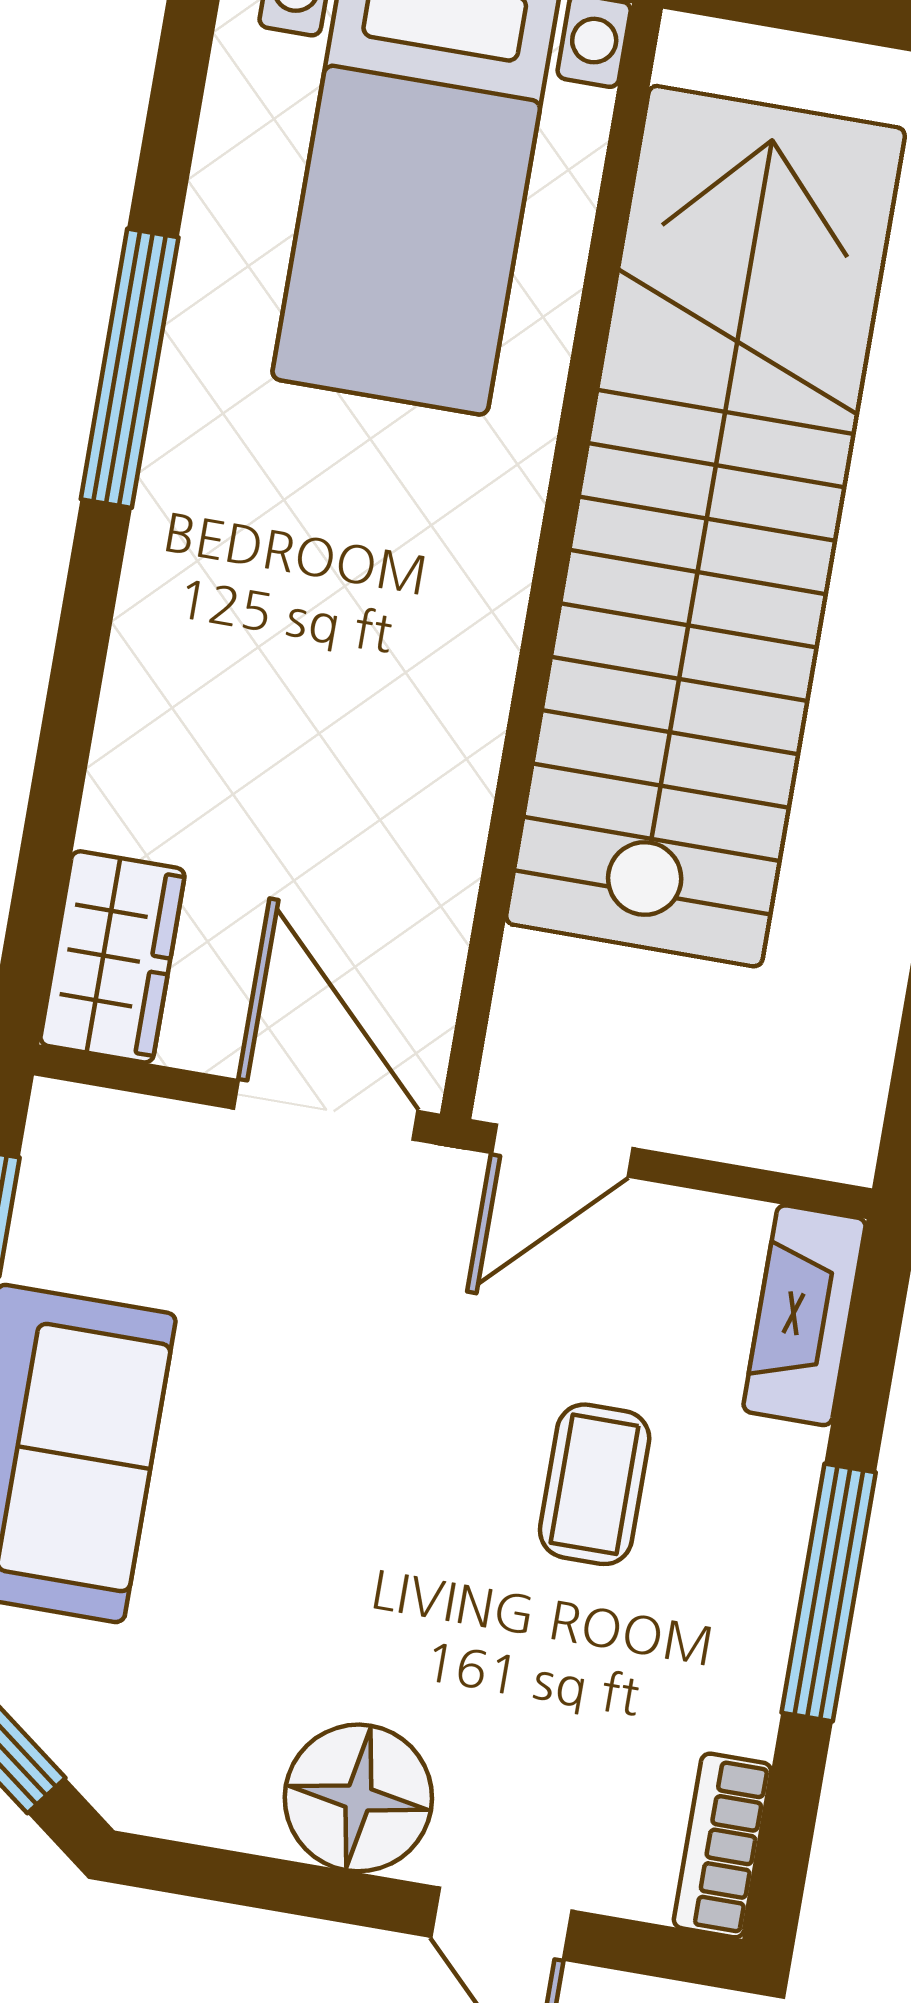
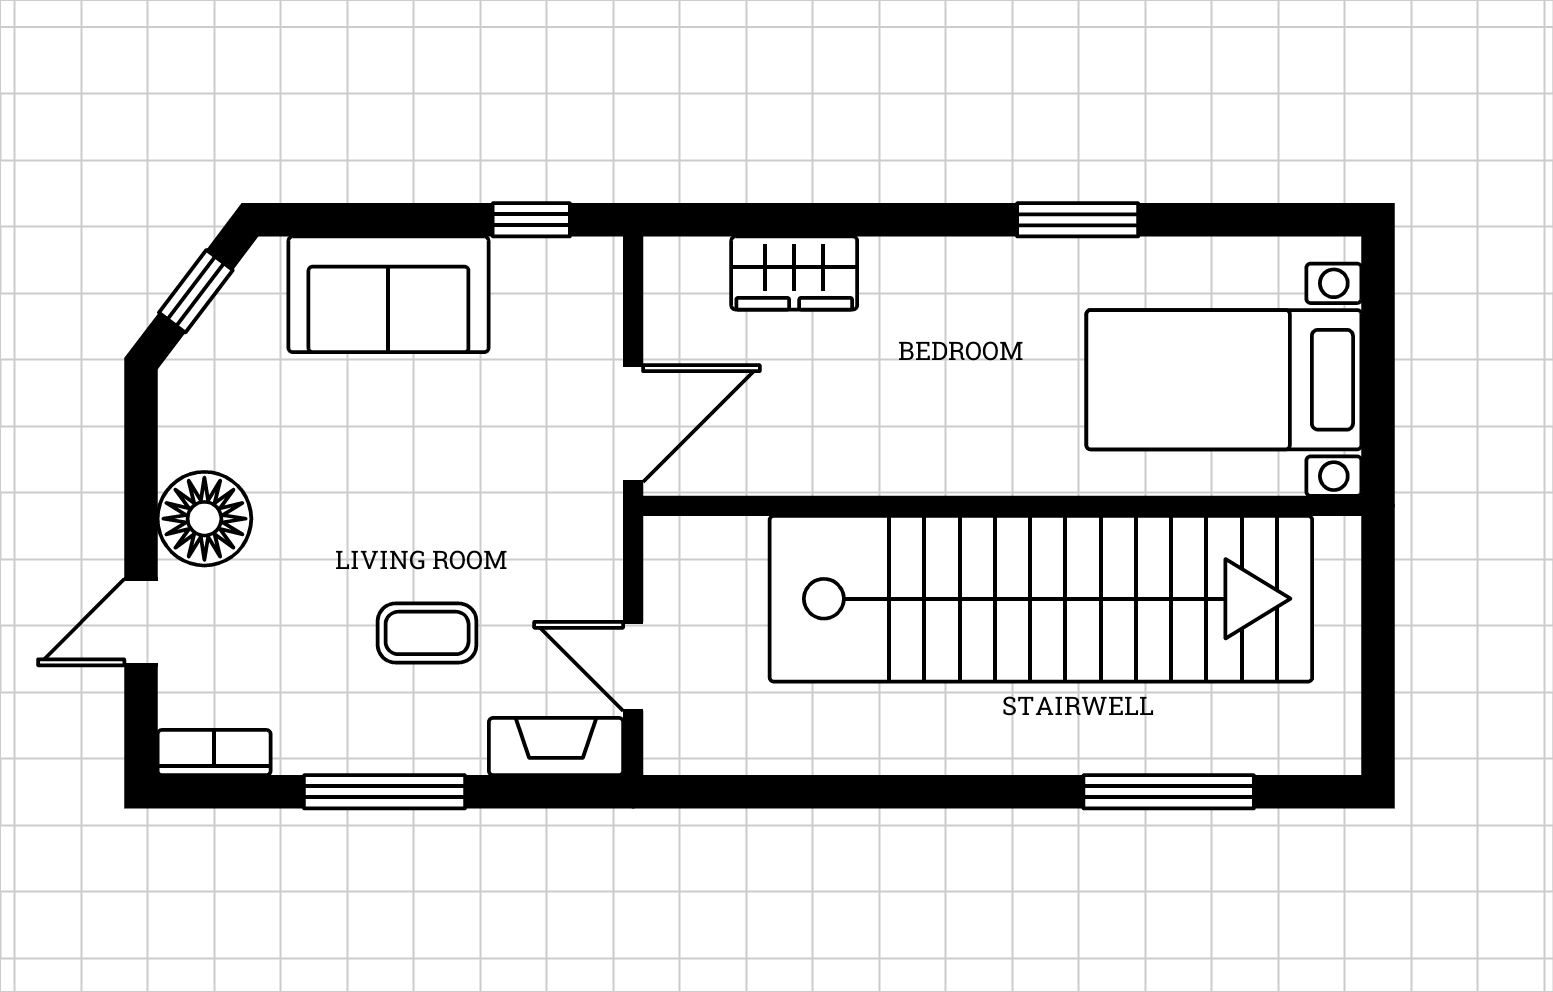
window: (130, 368) -> (1078, 220), width x0.69
wardrobe: (113, 957) -> (794, 273), moved
door: (562, 1151) -> (633, 666), moved

